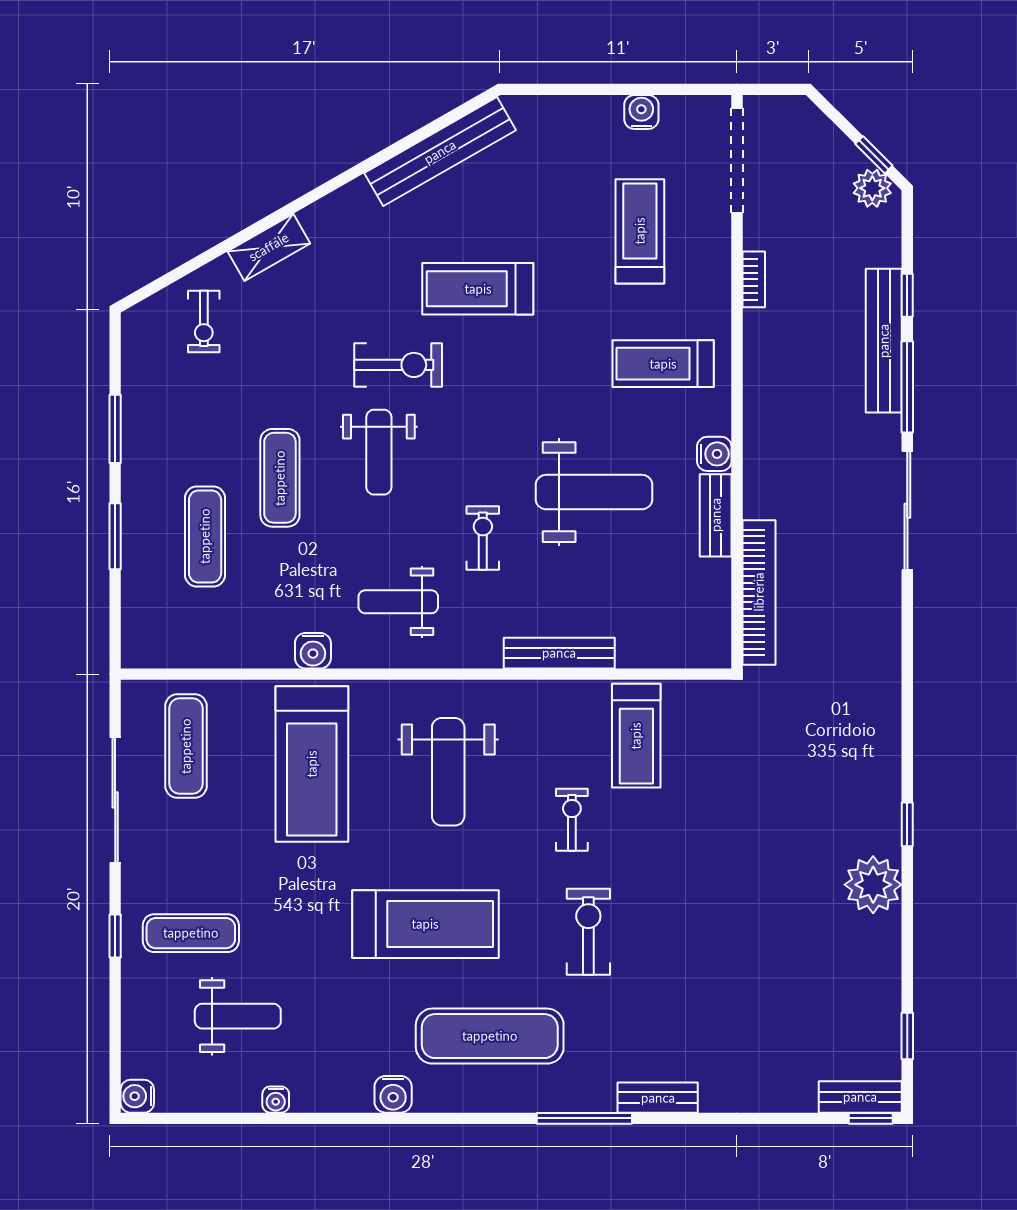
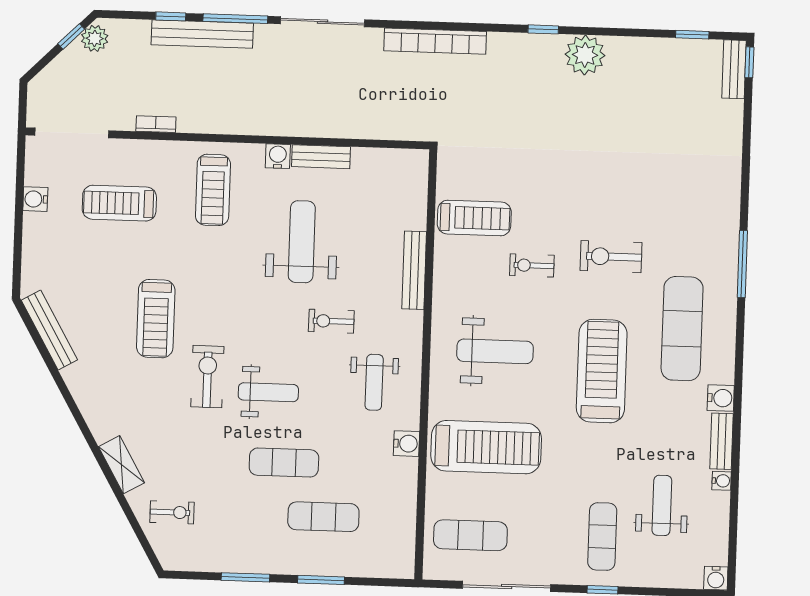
bench: (440, 152) -> (49, 330), width x0.73, depth x0.82
bookcase: (759, 592) -> (435, 41), moved, turned 180
bench: (658, 1098) -> (721, 441), moved

